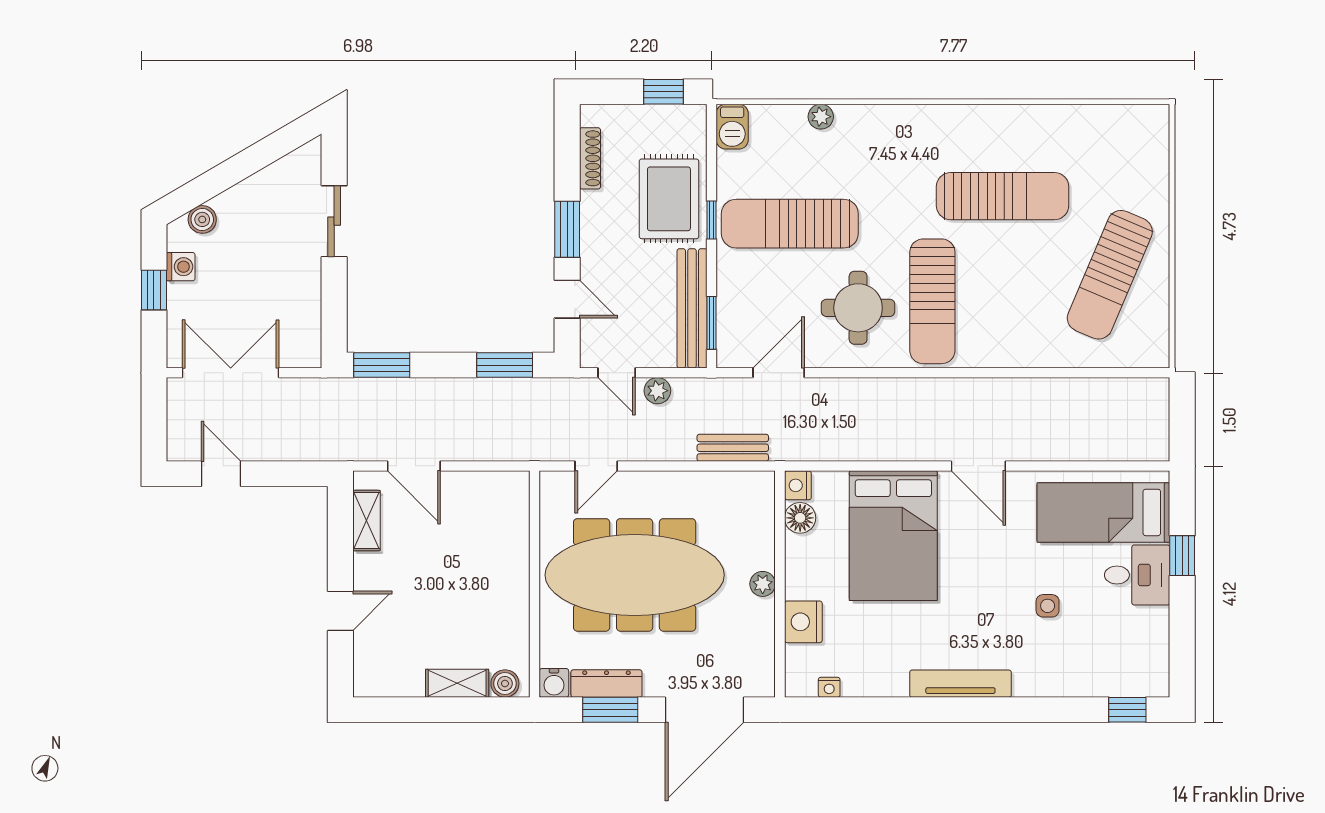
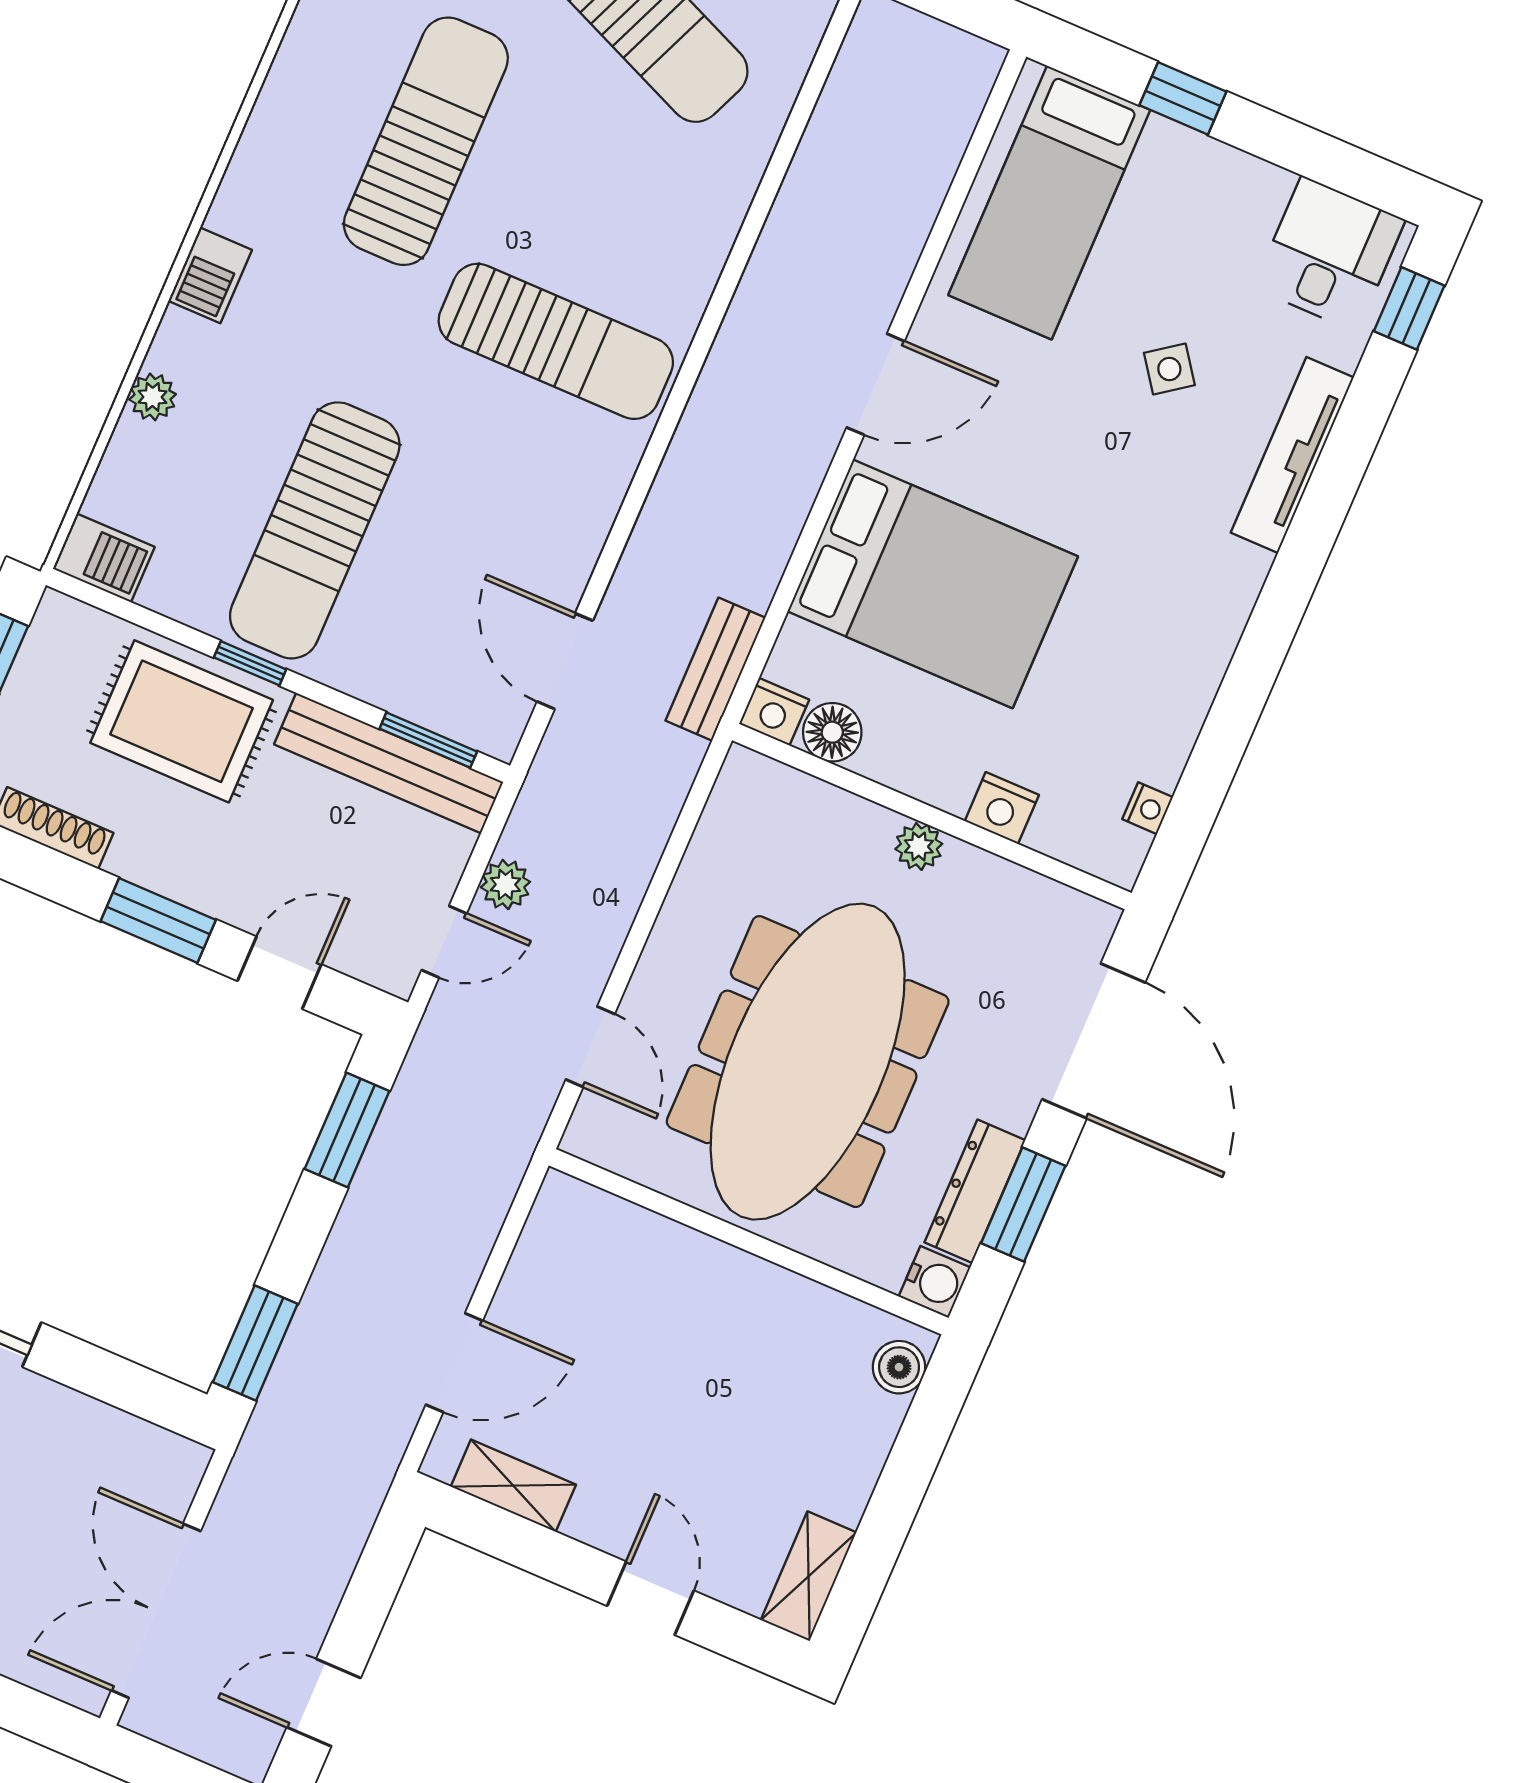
barbecue: (892, 119) -> (210, 275), added
round table: (858, 308) -> (512, 475), removed
bench: (733, 448) -> (715, 669), moved
desk: (1137, 575) -> (1329, 254), moved
side table: (1048, 606) -> (1169, 369), turned -36
nightstand: (803, 622) -> (1002, 808), width x0.74, depth x0.75
shelving: (457, 683) -> (809, 1576), moved
tv unit: (960, 684) -> (1292, 455), moved

